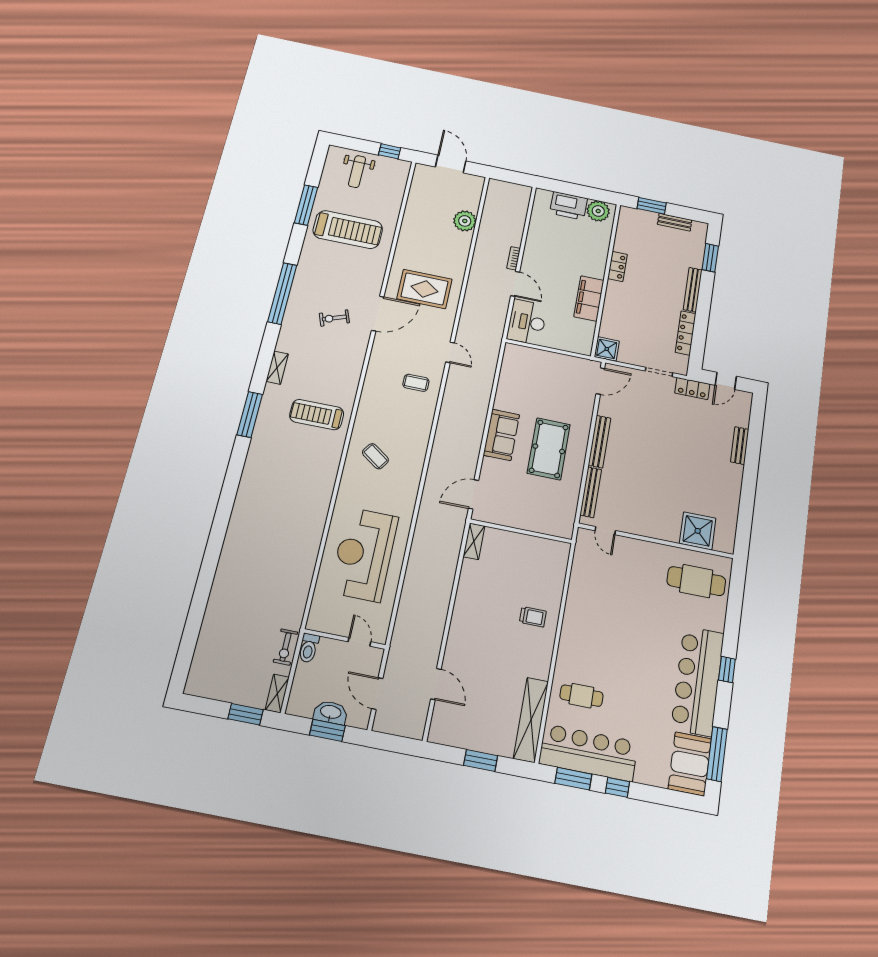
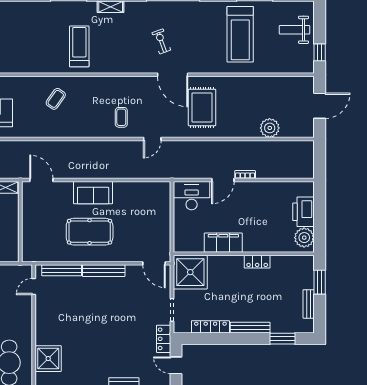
shower: (607, 349) -> (190, 272), width x1.86, depth x1.86

